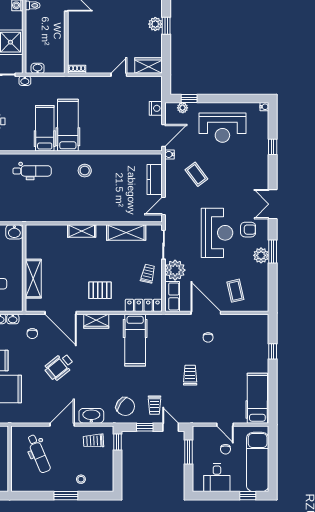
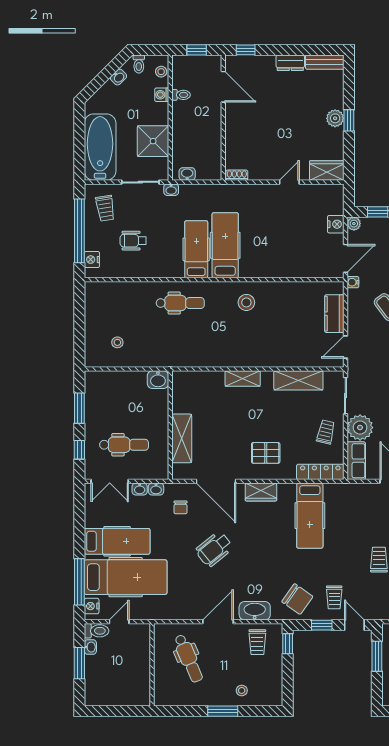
plant: (183, 108) -> (354, 224), moved
trolley: (93, 441) -> (257, 642), turned -87

